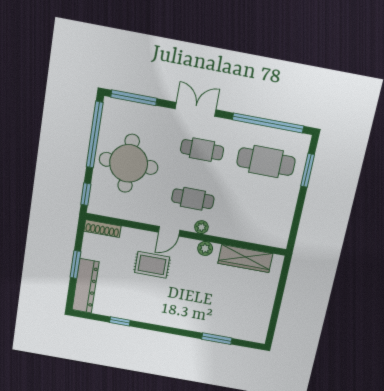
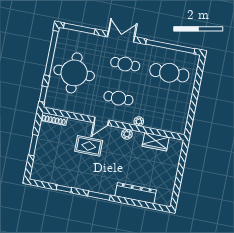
window: (308, 170) -> (198, 79), removed
plant: (201, 227) -> (139, 121), moved
wardrobe: (245, 259) -> (156, 142), width x0.67
dresser: (85, 286) -> (136, 193), moved, turned -90
window: (217, 339) -> (99, 196), moved

